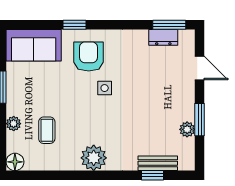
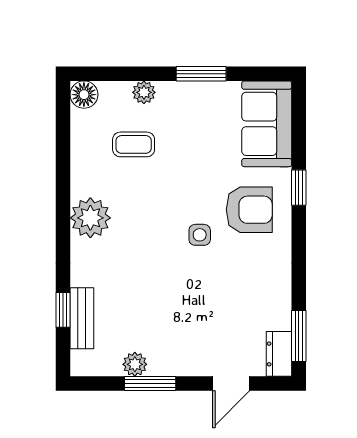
dresser: (163, 37) -> (279, 354), moved

